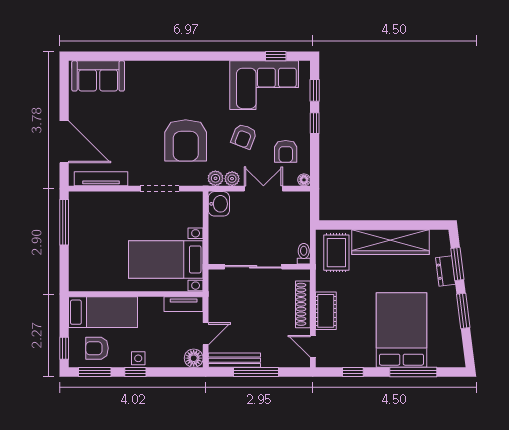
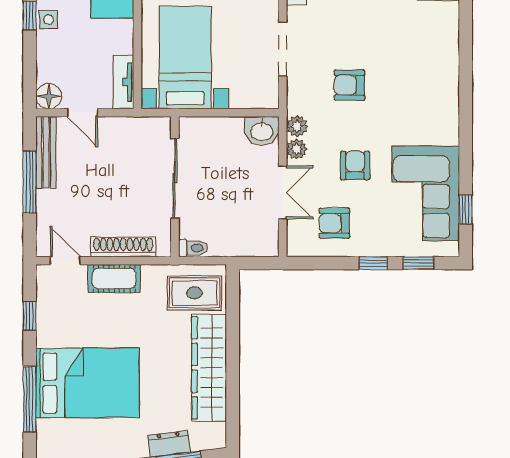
armchair: (244, 136) -> (355, 165), turned 69
armchair: (186, 140) -> (349, 85), width x0.53, depth x0.53
floor lamp: (304, 180) -> (295, 248), removed
door: (313, 346) -> (65, 261), hinge flipped

